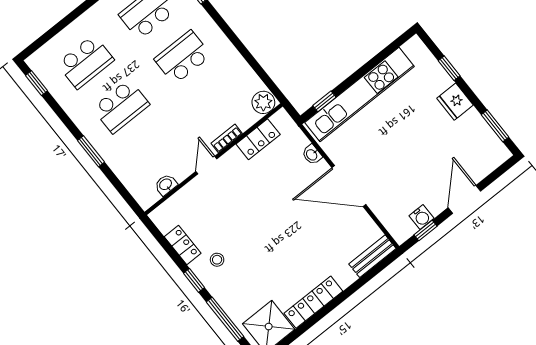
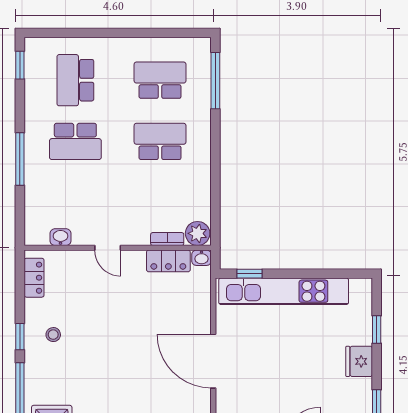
school desk: (86, 62) -> (75, 80), turned 90
bookcase: (227, 138) -> (167, 239), moved
window: (91, 151) -> (20, 159), width x1.44
washbasin: (312, 155) -> (201, 258), moved, turned -90
door: (206, 165) -> (108, 248), swing flipped
locker: (183, 245) -> (34, 278), moved

